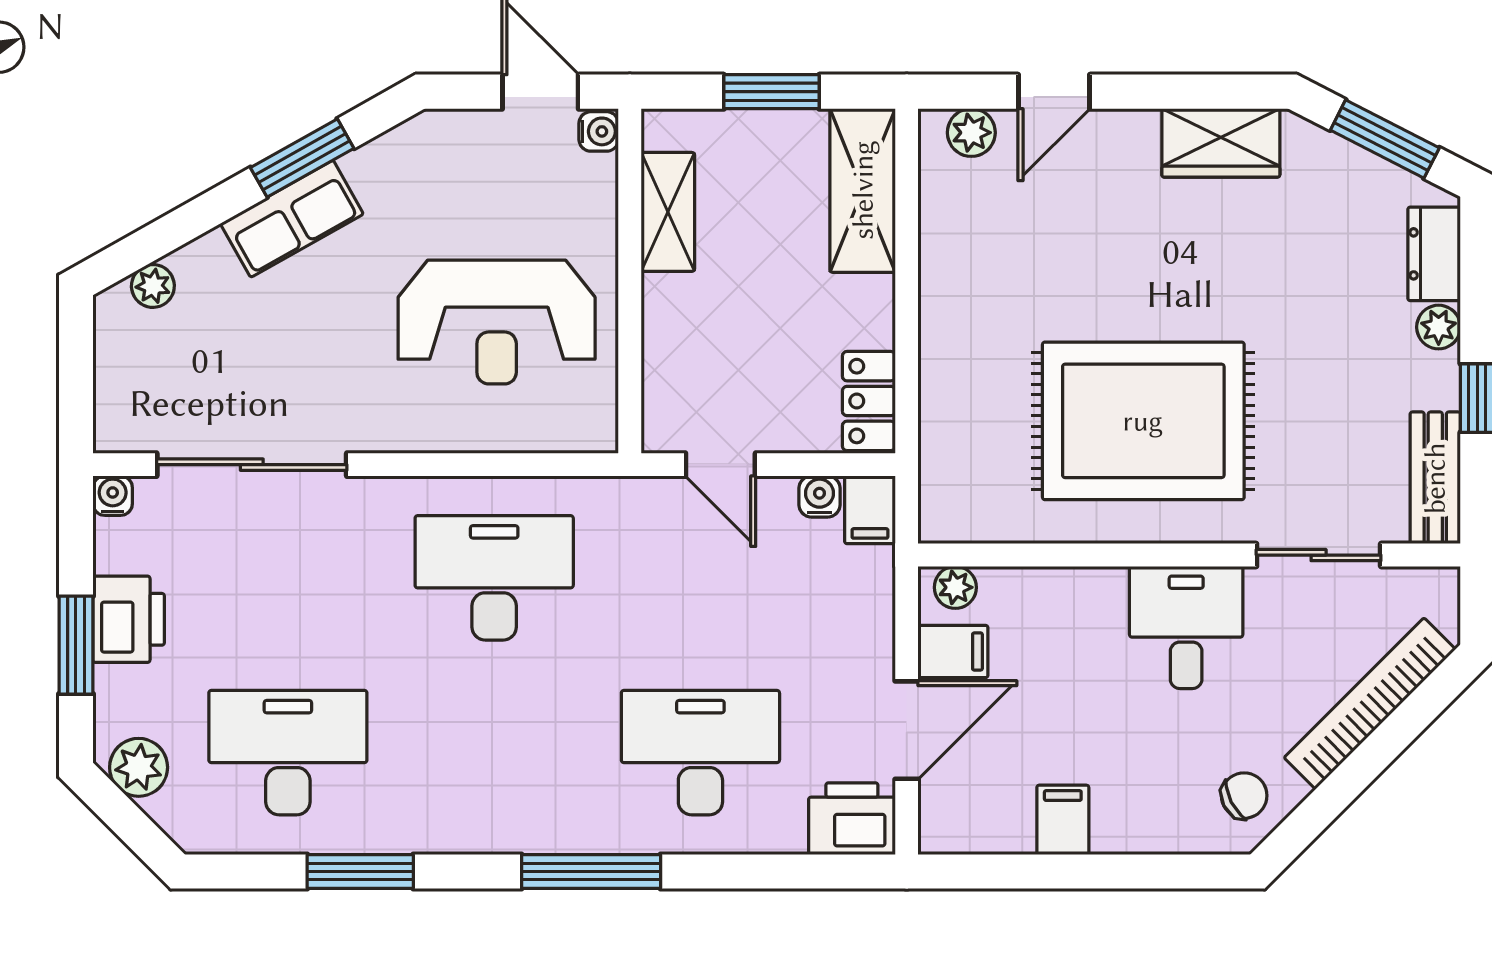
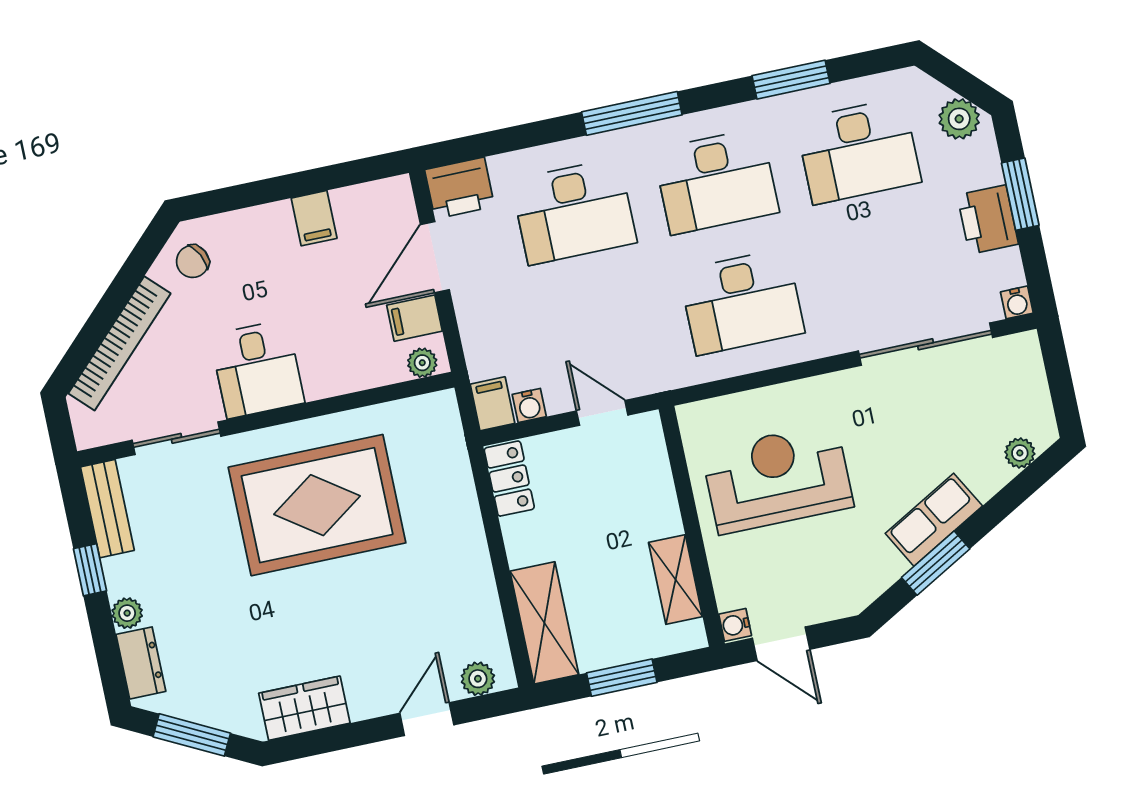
desk: (494, 753) -> (716, 181), added

